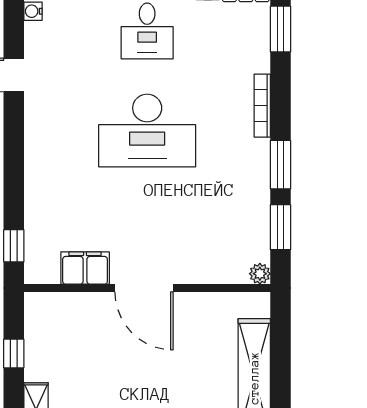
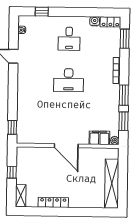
desk: (147, 131) -> (69, 80), width x0.73, depth x0.77
filing cabinet: (85, 268) -> (99, 138), moved

